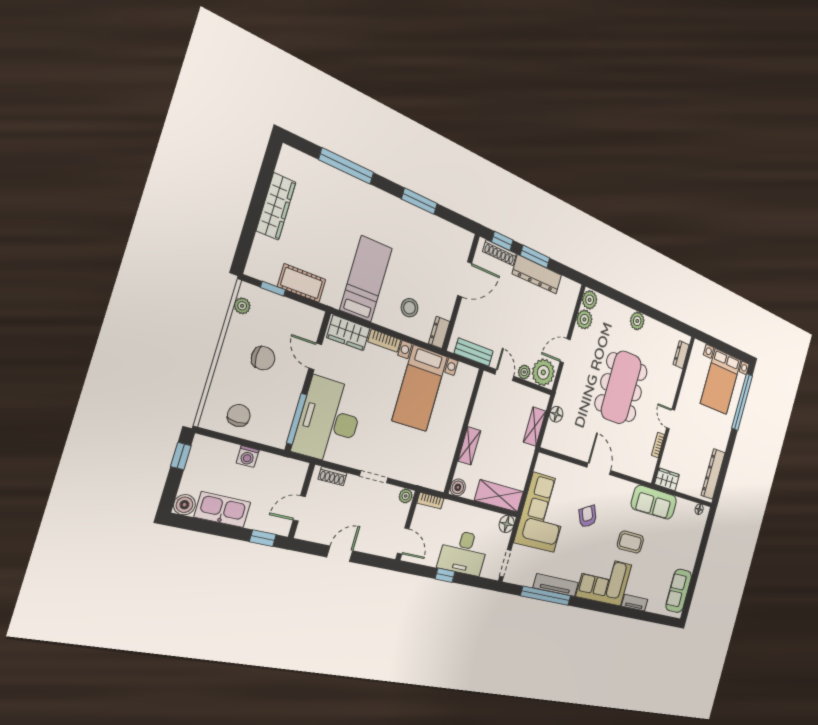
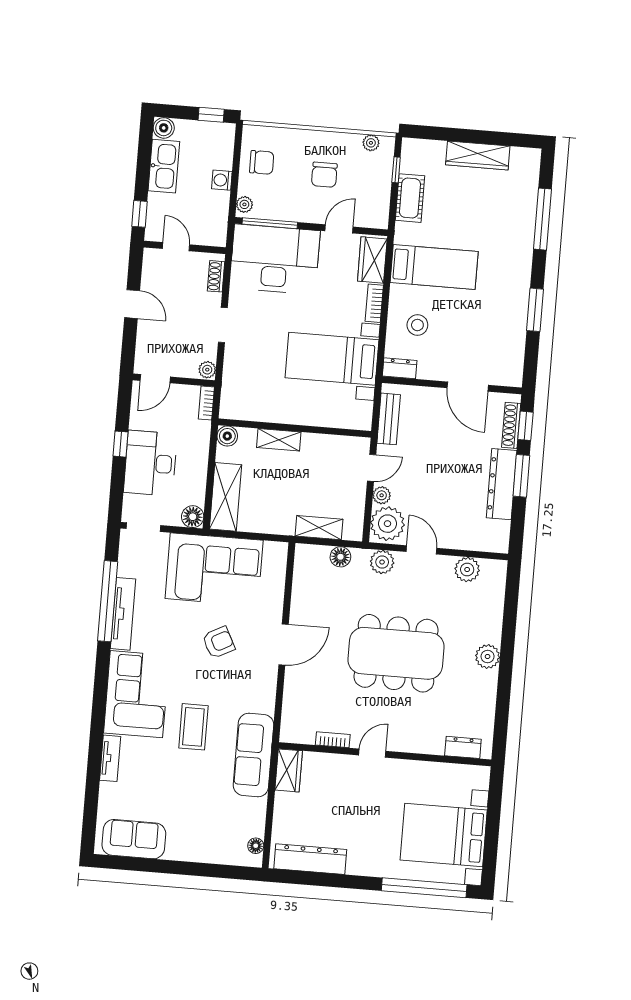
plant: (590, 300) -> (382, 562), moved
plant: (275, 439) -> (244, 204), added

